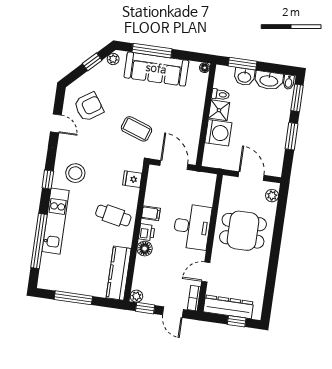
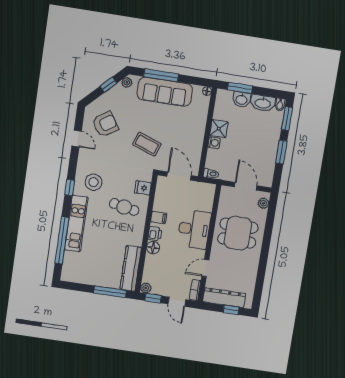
toilet: (220, 95) -> (211, 174), moved
washing machine: (218, 133) -> (214, 143), width x0.53, depth x0.53
cafe table: (113, 216) -> (124, 207), moved
window: (73, 298) -> (110, 292), moved

